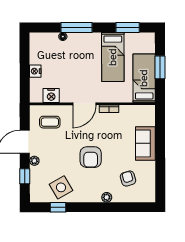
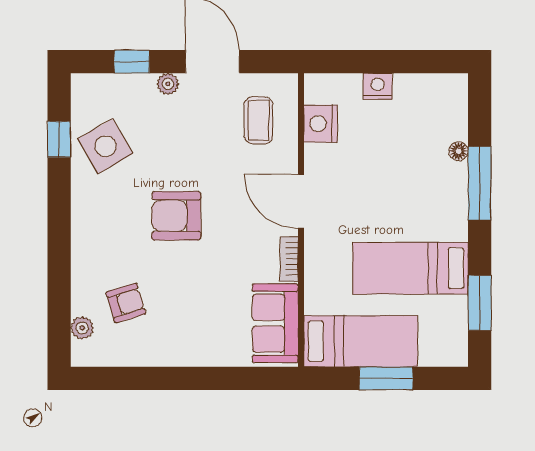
sofa: (145, 143) -> (275, 323), moved, turned -90
plant: (107, 197) -> (82, 328), moved

